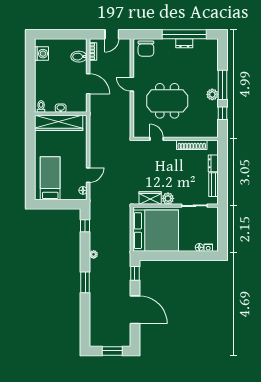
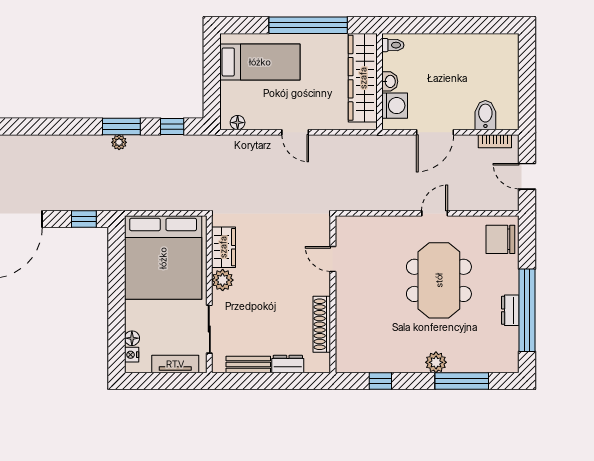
washing machine: (42, 54) -> (395, 106), moved, turned -90
window: (222, 85) -> (462, 381), moved
plant: (212, 94) -> (436, 362), moved
meeting table: (167, 101) -> (439, 280), moved
door: (157, 139) -> (333, 259), swing flipped
window: (30, 152) -> (308, 25), added
door: (88, 175) -> (295, 132), moved
tv unit: (213, 224) -> (175, 364), added
window: (85, 282) -> (121, 127), moved

